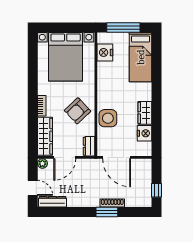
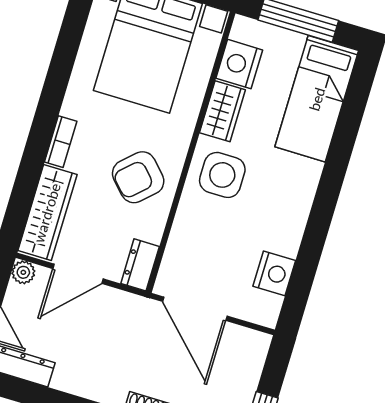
wardrobe: (145, 113) -> (222, 111), moved, turned 180
side table: (108, 118) -> (222, 175), moved

